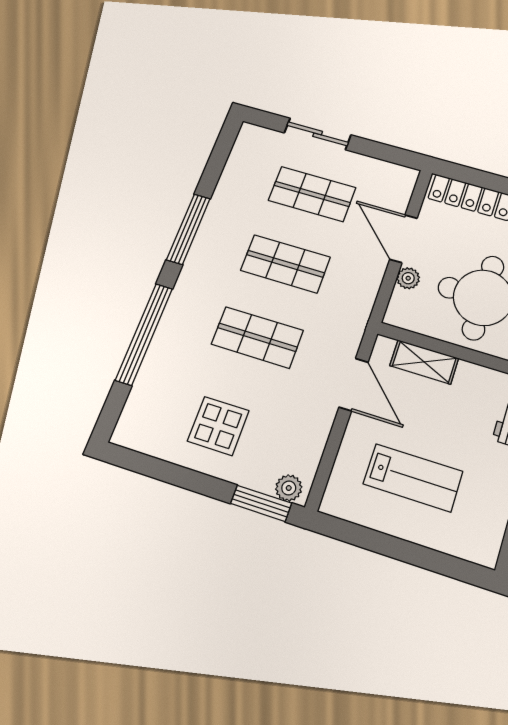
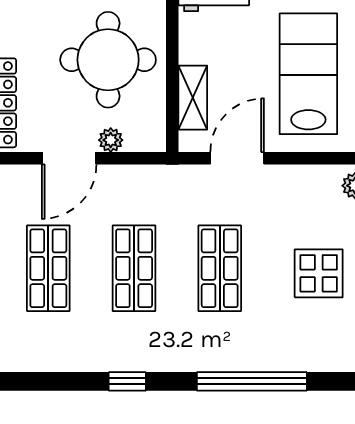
window: (188, 229) -> (127, 381), width x0.46
lab bench: (413, 478) -> (308, 74), width x1.36, depth x1.39

